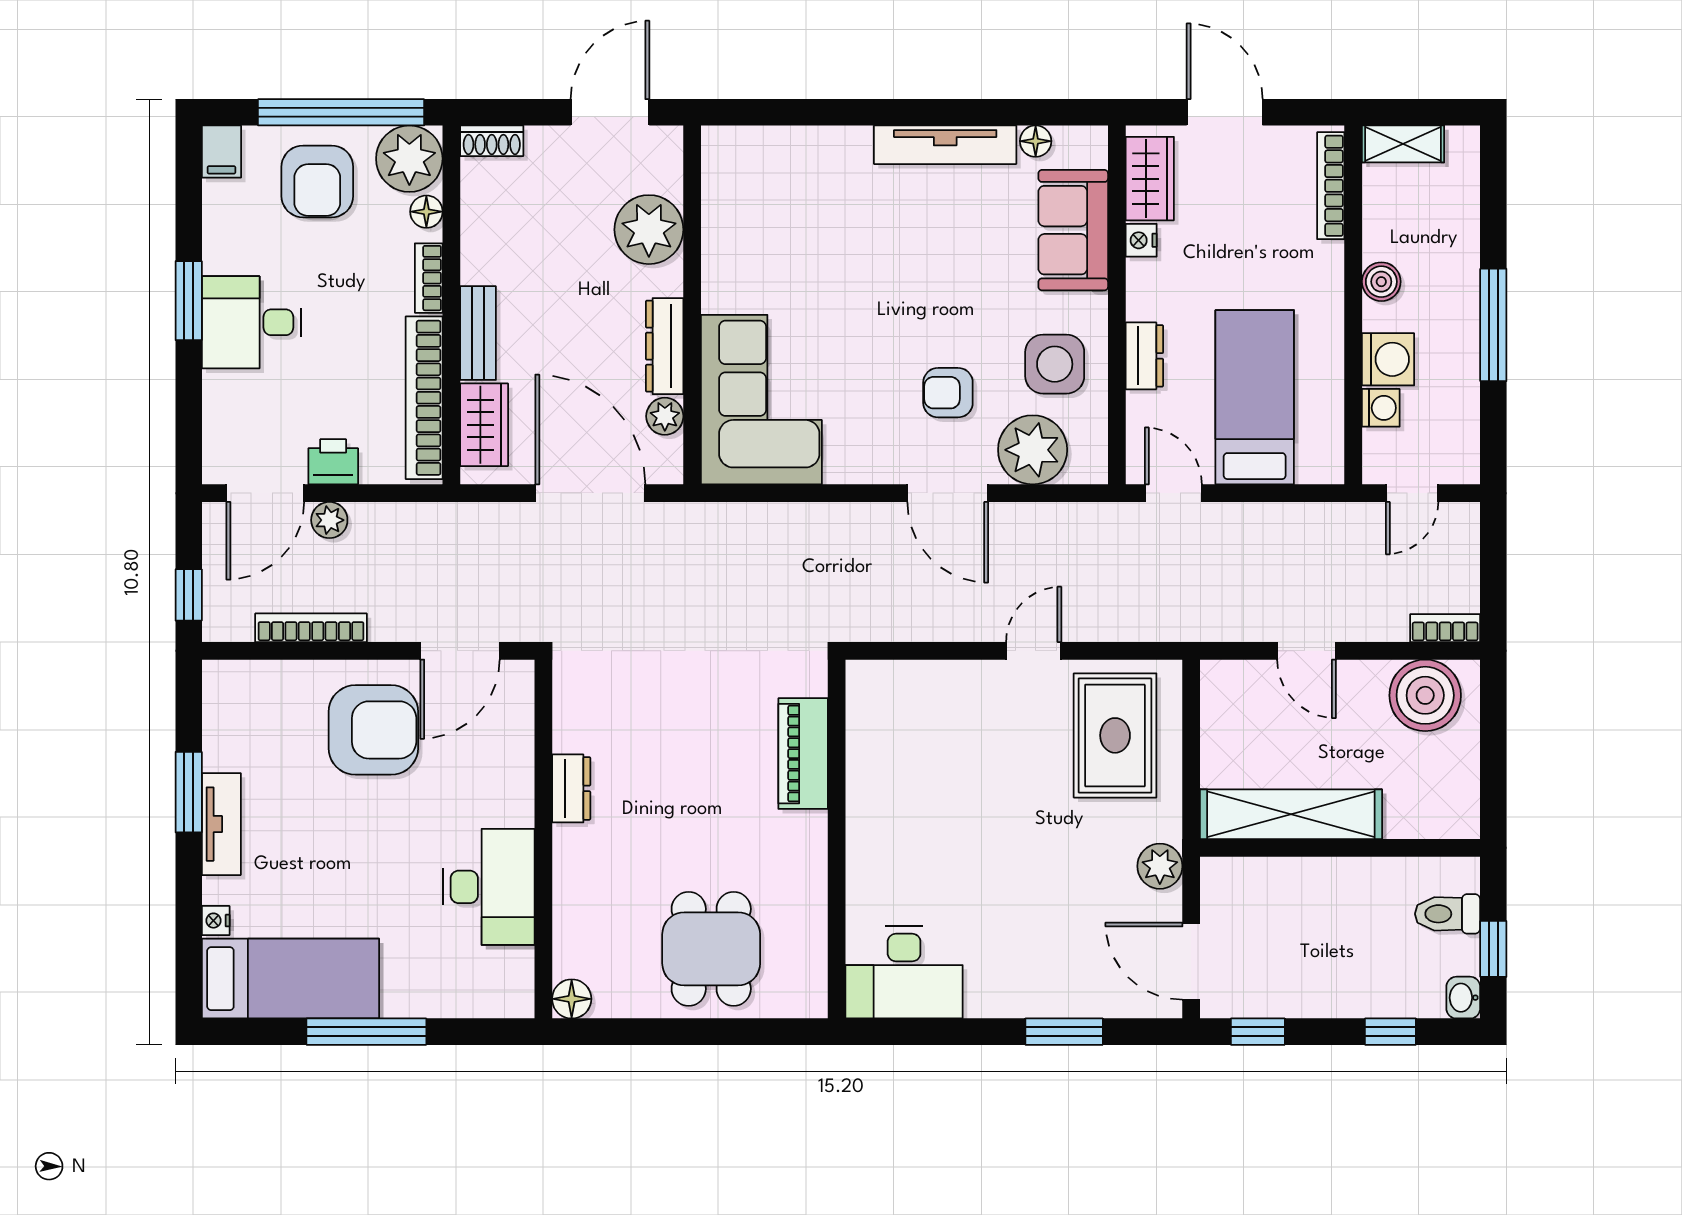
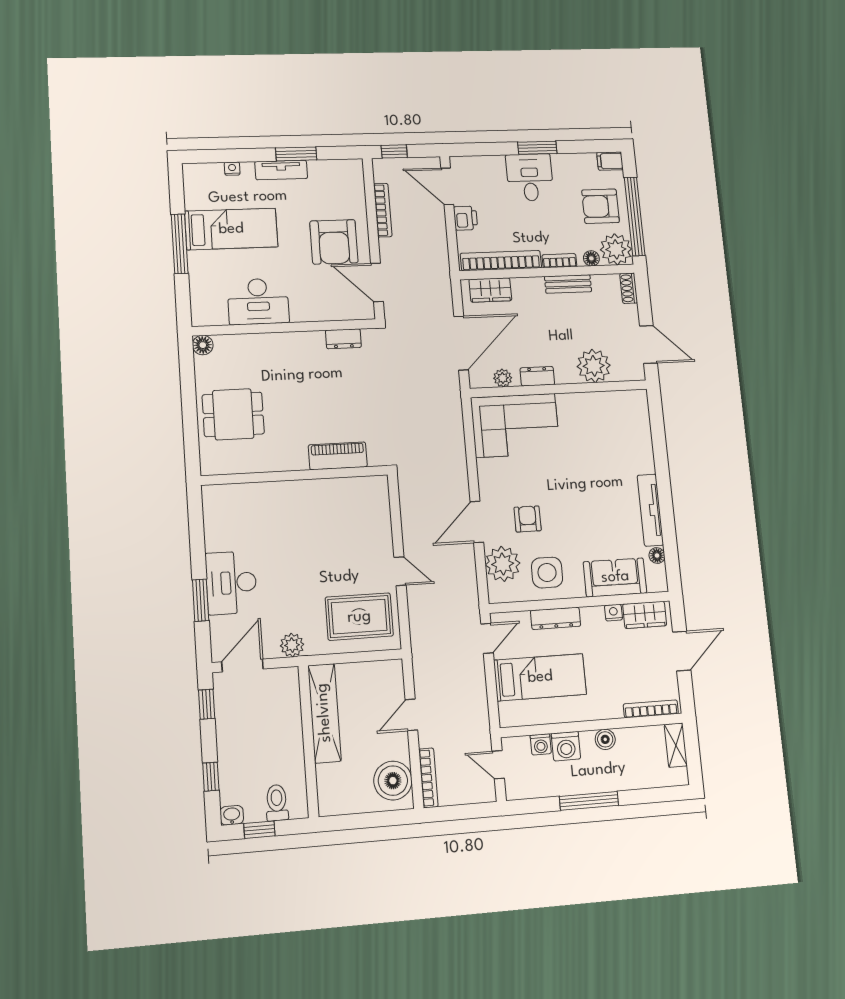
bench: (478, 333) -> (568, 284), moved
dresser: (665, 346) -> (537, 376), width x0.70
dresser: (1144, 356) -> (556, 618), width x1.44
plant: (329, 520) -> (437, 217), removed
bookcase: (1445, 628) -> (428, 778), width x1.56
dresser: (571, 788) -> (343, 339), moved
desk: (904, 972) -> (231, 583), moved
bed: (290, 979) -> (231, 229), moved, turned -90

